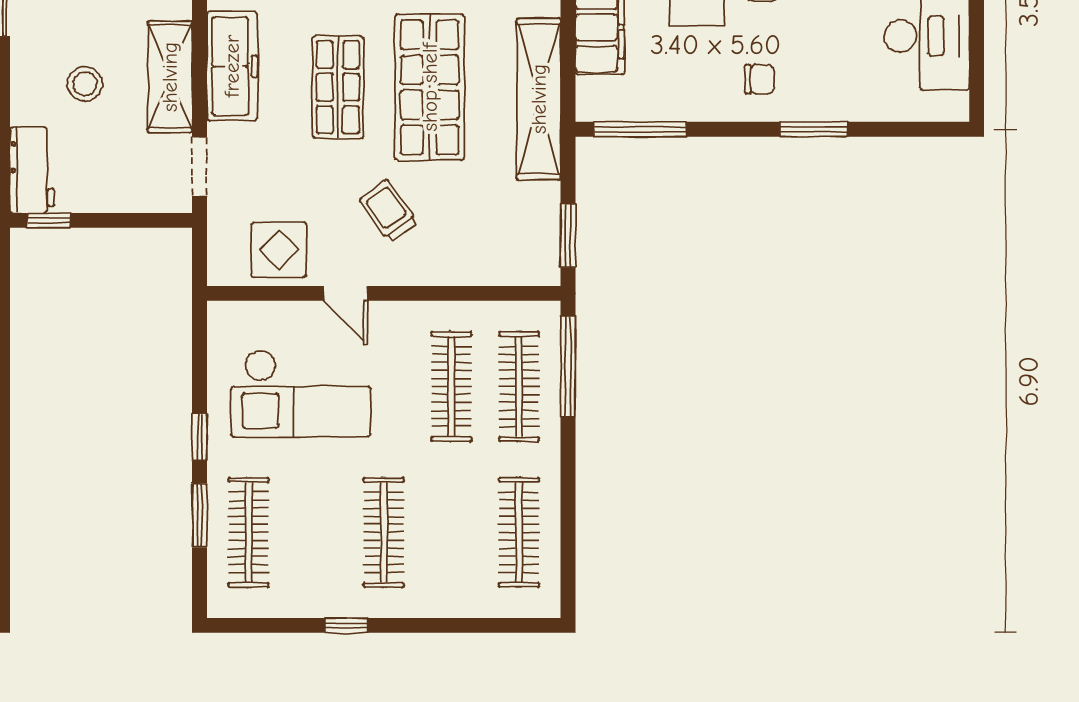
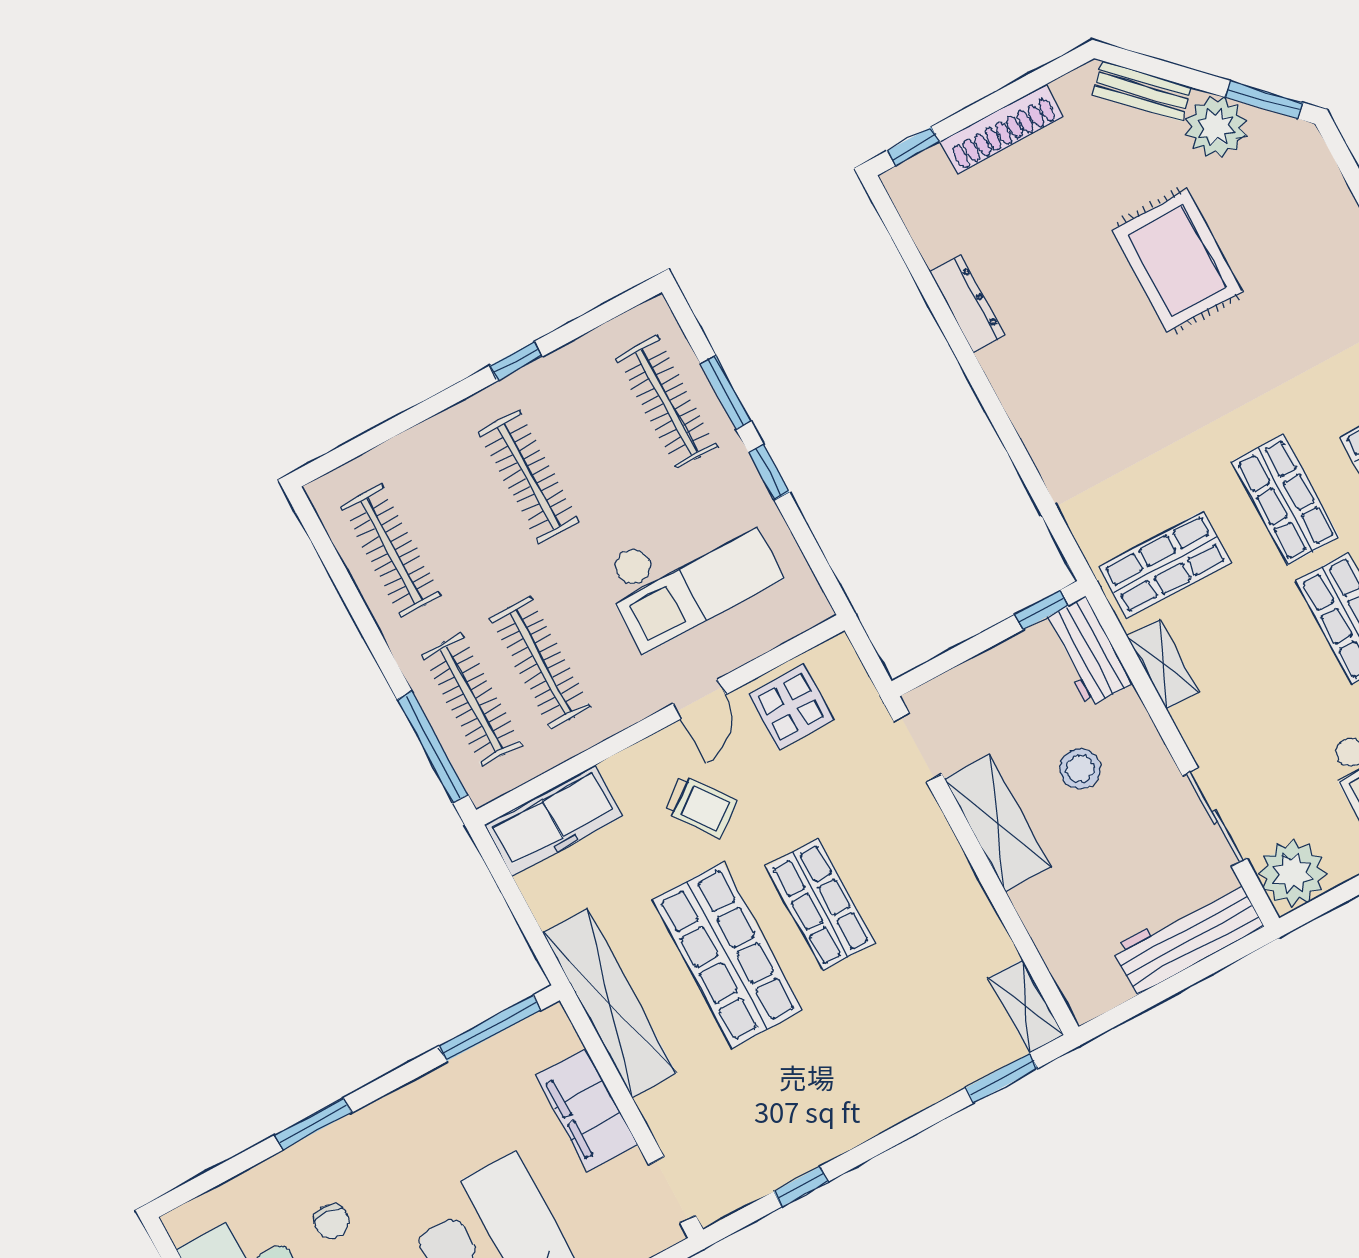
freezer: (232, 66) -> (554, 821), moved, turned -90
chair: (760, 79) -> (332, 1222), moved, turned -90
window: (568, 236) -> (505, 880), removed
door: (346, 293) -> (699, 699), swing flipped
checkout: (301, 393) -> (690, 573), turned 180

